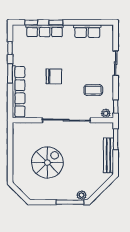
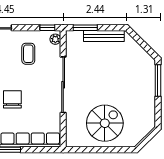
spiral stairs: (47, 163) -> (105, 123), moved, turned 90
plant: (82, 195) -> (150, 67), removed

